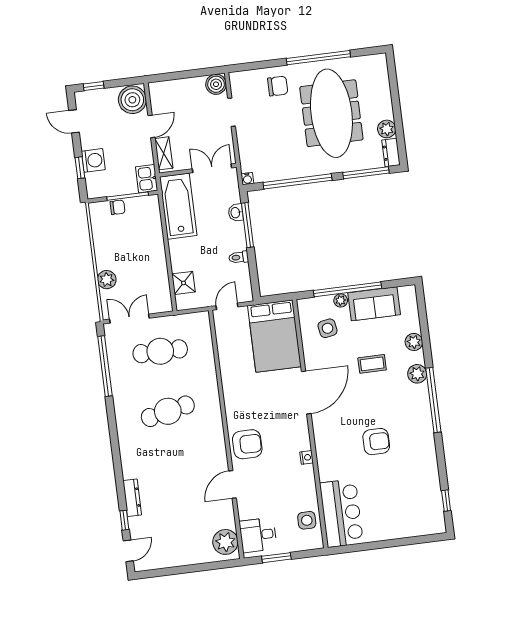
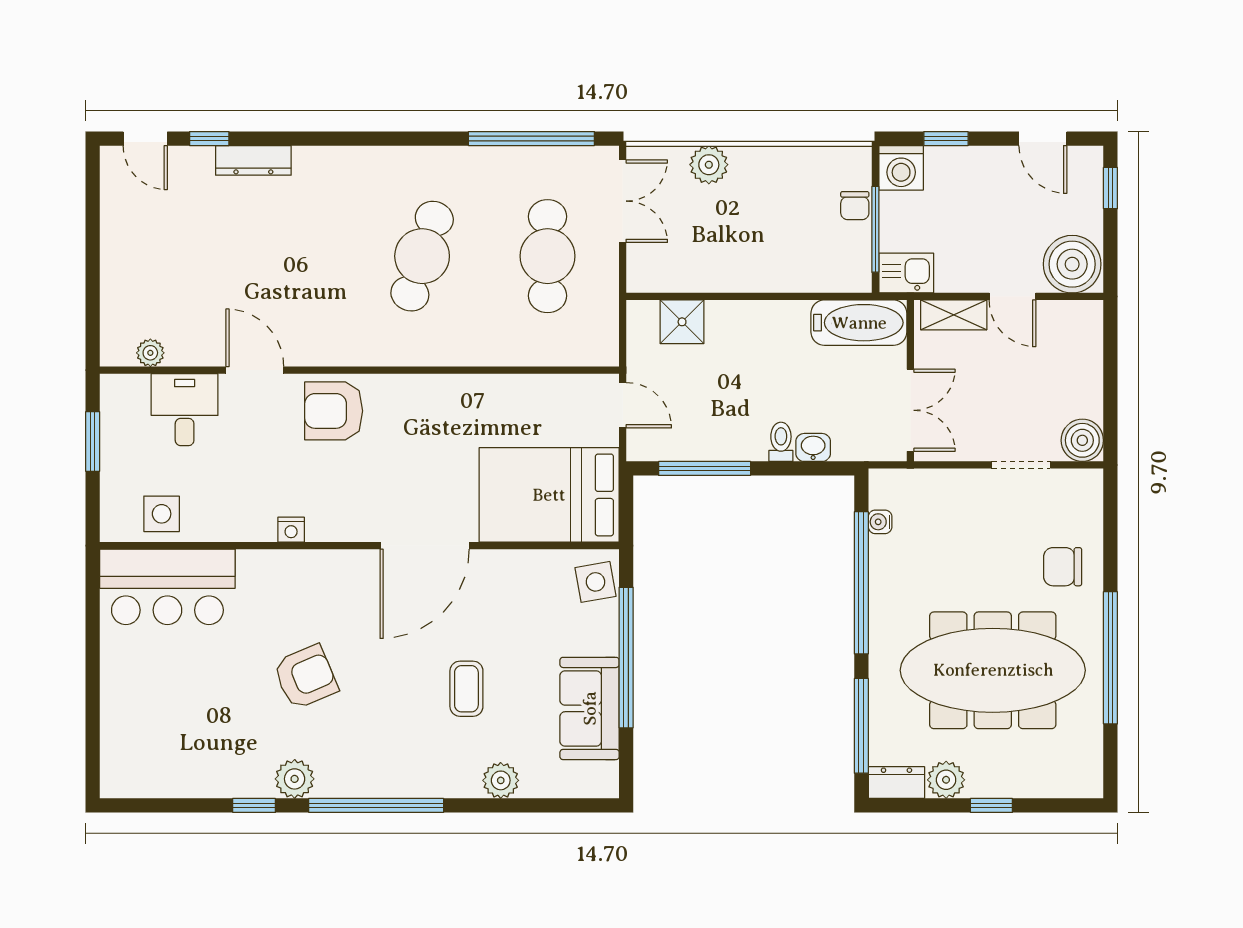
chair: (278, 86) -> (1063, 567), turned 90
window: (396, 106) -> (991, 805), added
door: (74, 121) -> (1043, 139), swing flipped
washing machine: (93, 160) -> (901, 168), moved
water cooler: (247, 179) -> (880, 522), moved
bathtub: (178, 206) -> (859, 323), width x0.73, depth x0.73
window: (247, 225) -> (705, 468), moved
toilet: (239, 257) -> (781, 442), moved
plant: (341, 300) -> (605, 641), removed
side table: (328, 328) -> (595, 582), moved
plant: (417, 374) -> (295, 779), moved
door: (306, 393) -> (425, 546), hinge flipped
cafe table: (168, 411) -> (422, 256), turned 30
armchair: (376, 442) -> (306, 677), turned -113
armchair: (247, 444) -> (334, 411), turned 90
window: (446, 501) -> (254, 805), moved
desk: (258, 535) -> (185, 410), moved
plant: (225, 542) -> (150, 353), width x0.53, depth x0.53

